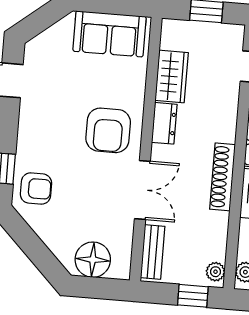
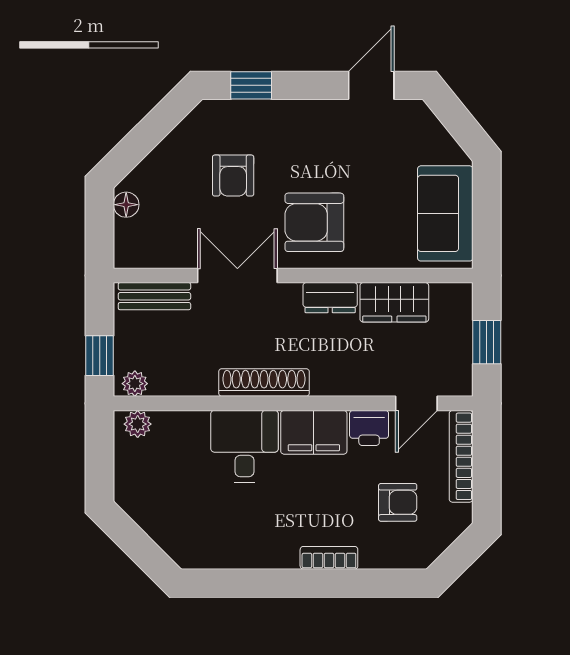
armchair: (36, 189) -> (233, 176), moved
double door: (142, 190) -> (237, 275), swing flipped
floor lamp: (93, 260) -> (126, 205), width x0.53, depth x0.53

